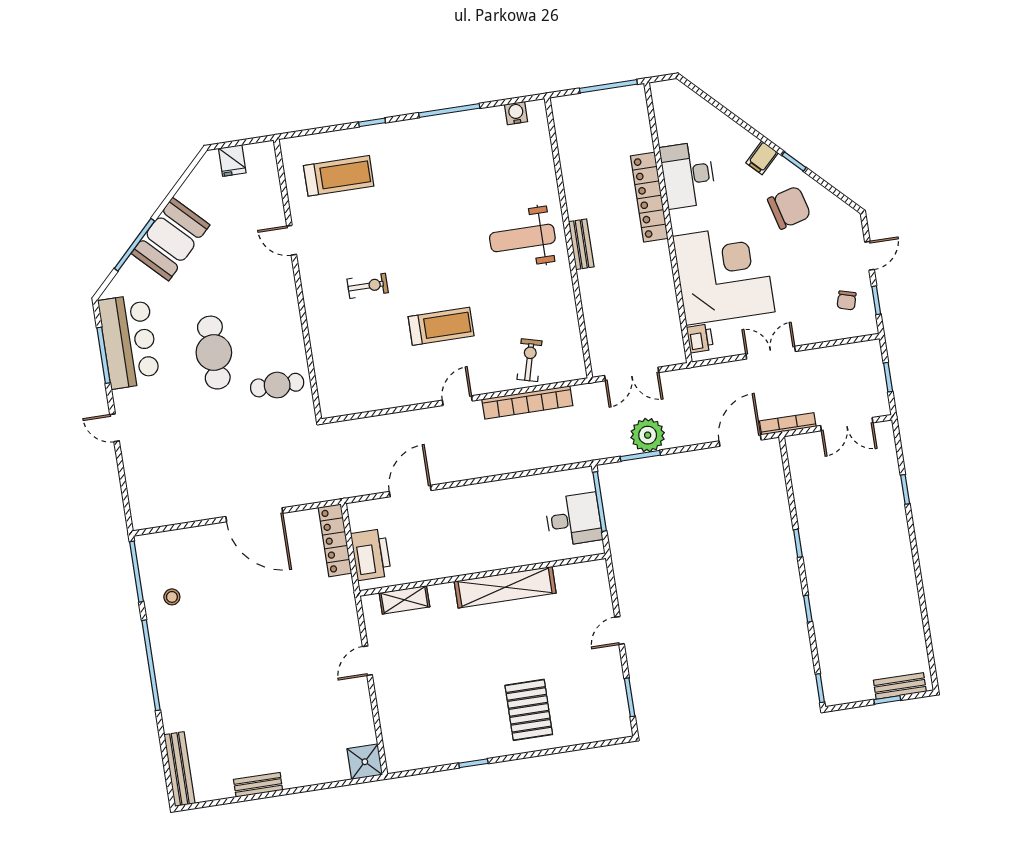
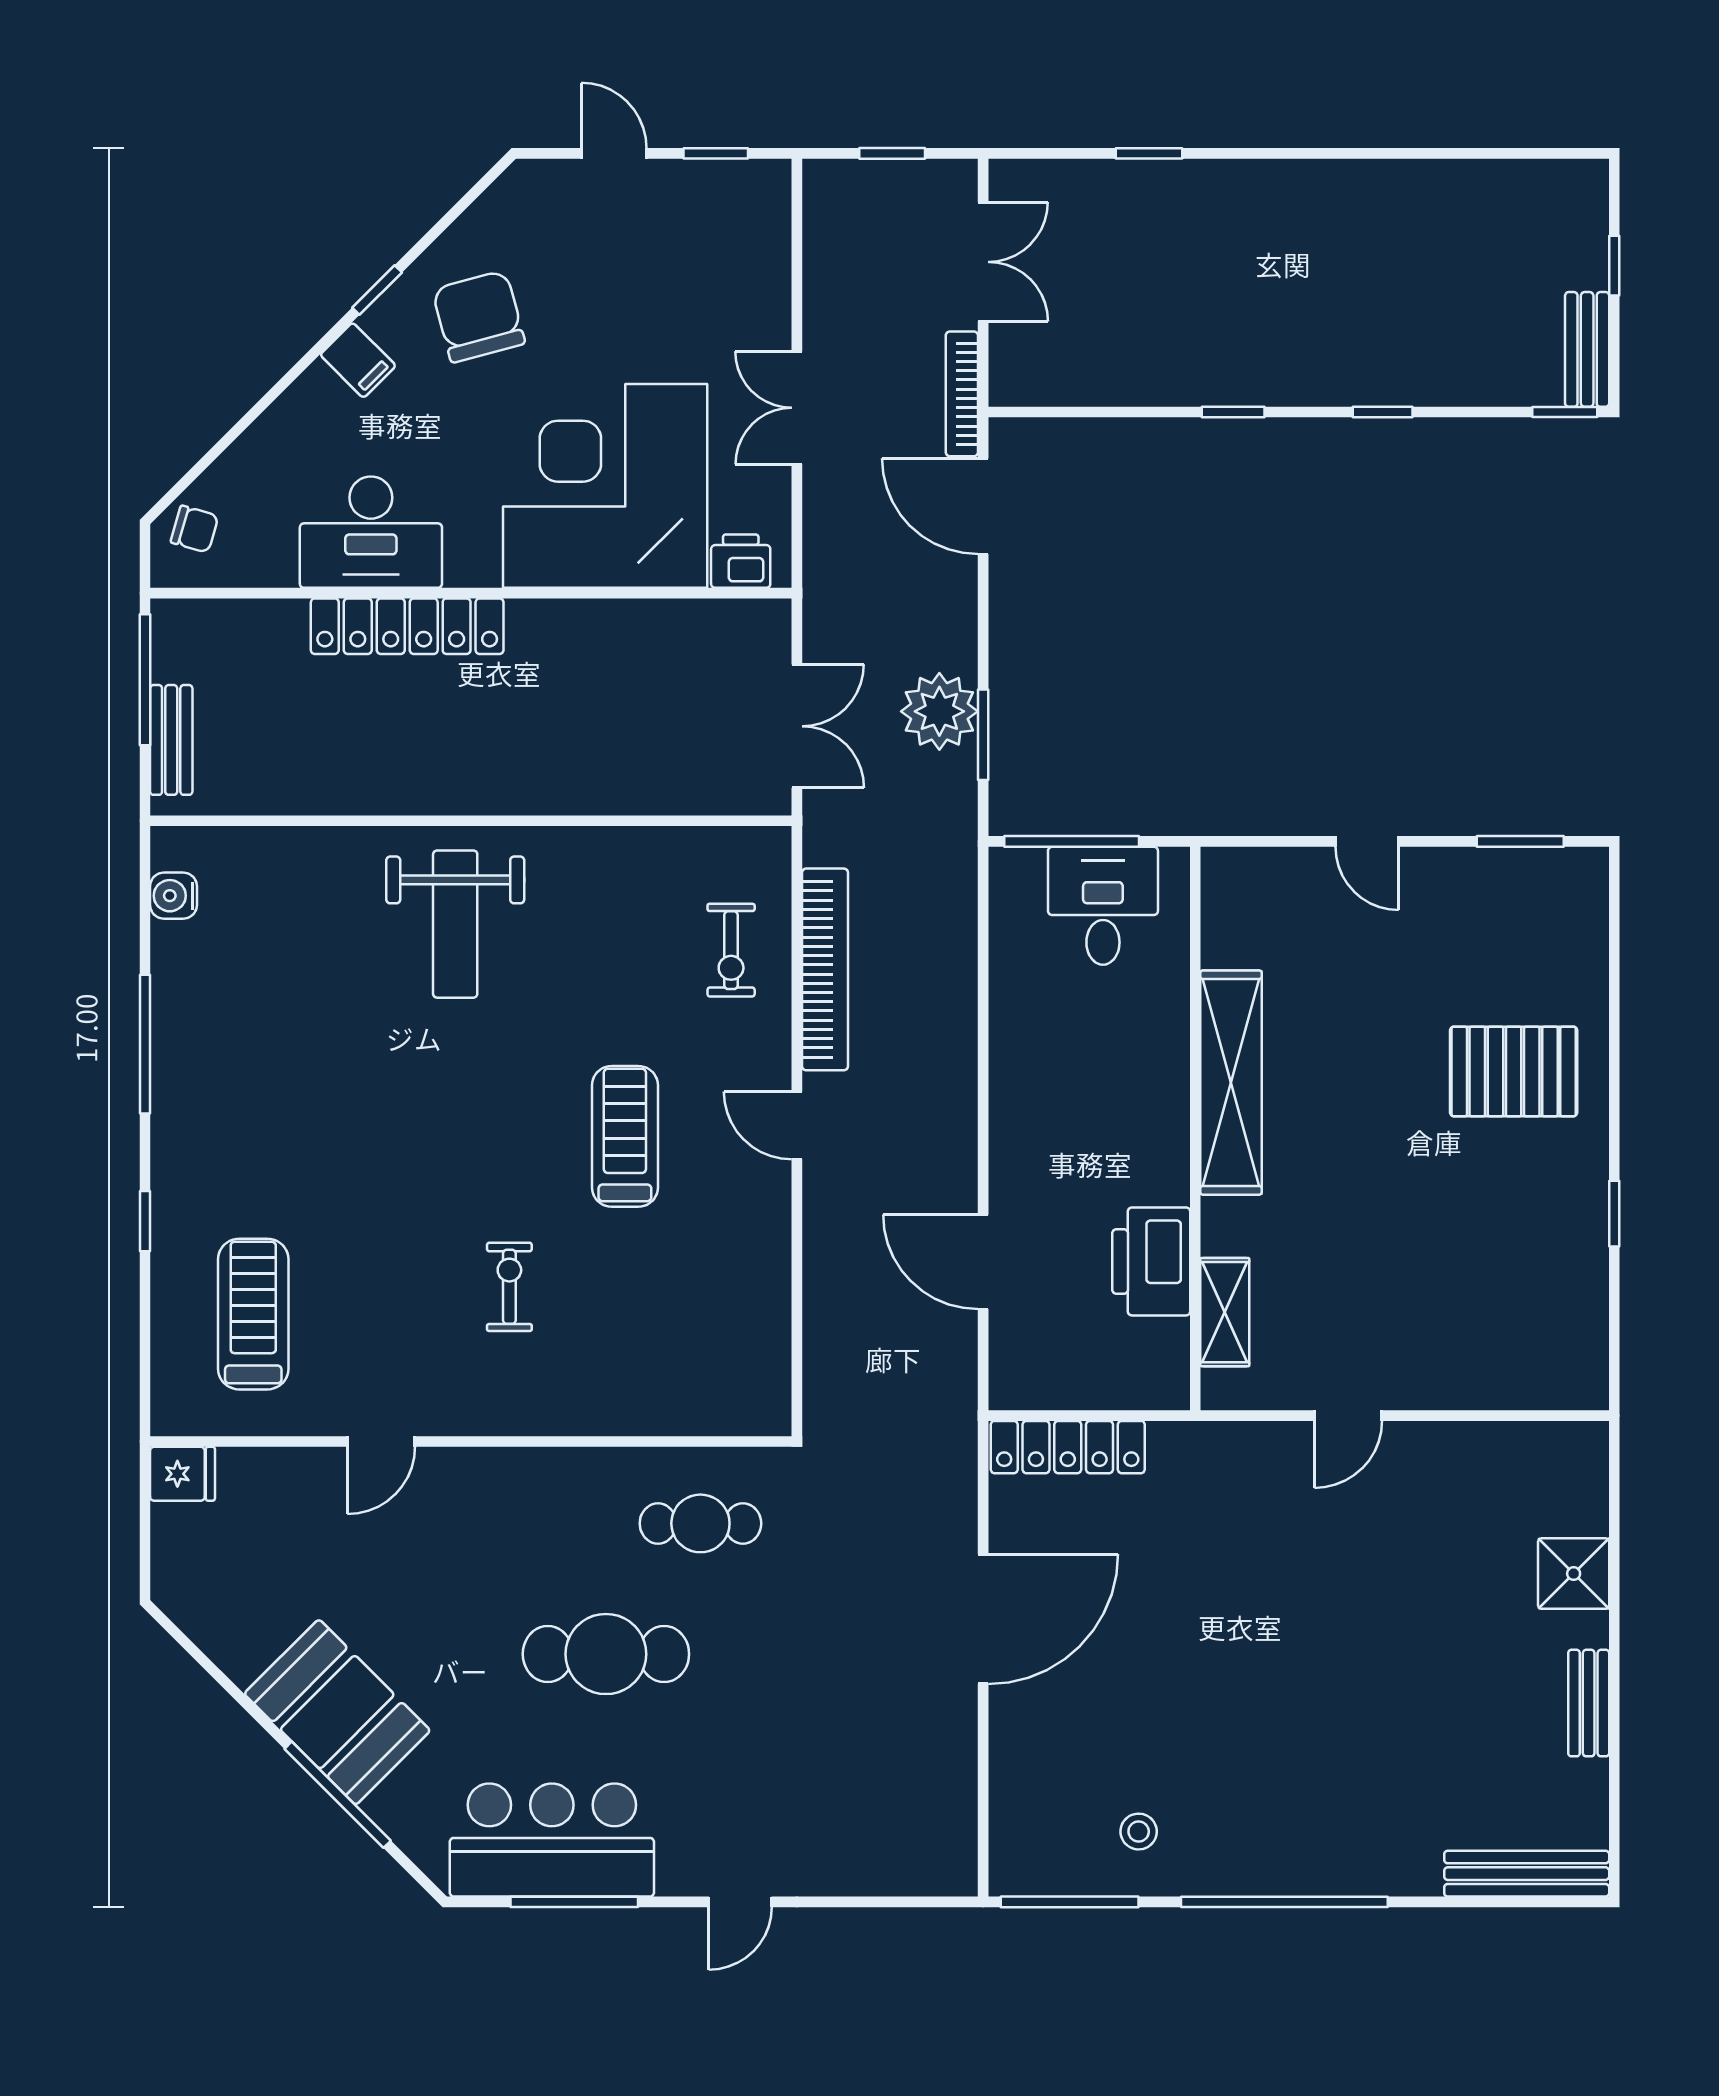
fridge: (232, 161) -> (183, 1474), moved
bench: (581, 244) -> (171, 740), moved, turned 90
chair: (847, 300) -> (195, 529), moved
exercise bike: (529, 360) -> (731, 950), turned -105
cafe table: (277, 385) -> (700, 1523), turned 90
printer: (371, 555) -> (1151, 1261), moved, turned -90
door: (367, 661) -> (1348, 1416), hinge flipped
bench: (900, 686) -> (1587, 349), moved
shower: (365, 762) -> (1574, 1574), moved

